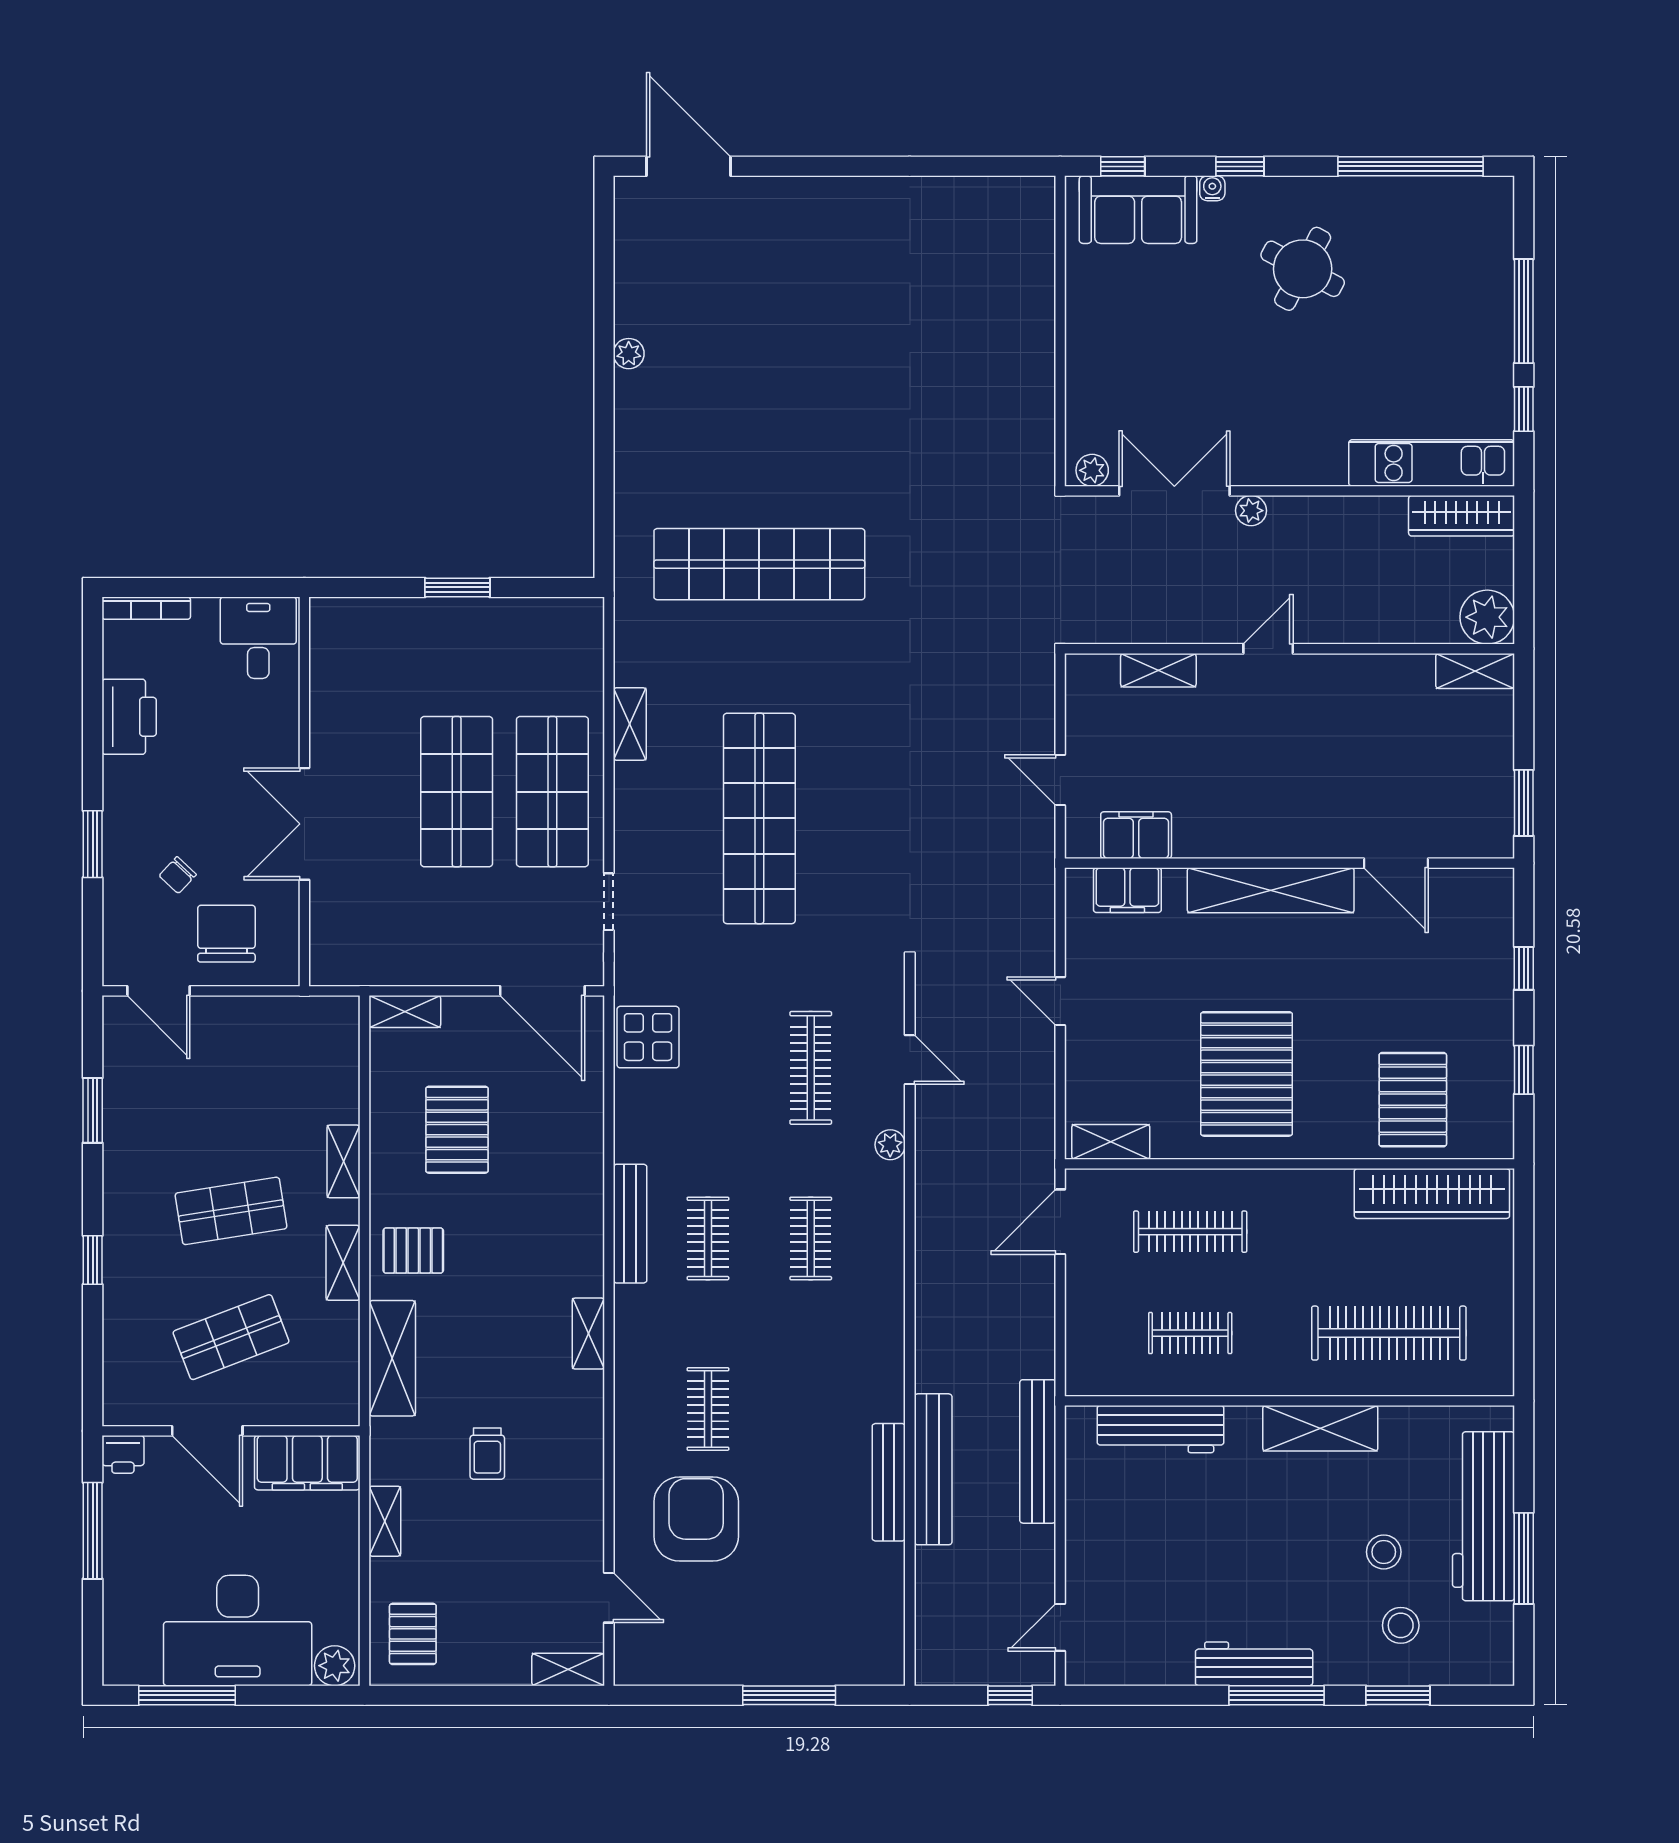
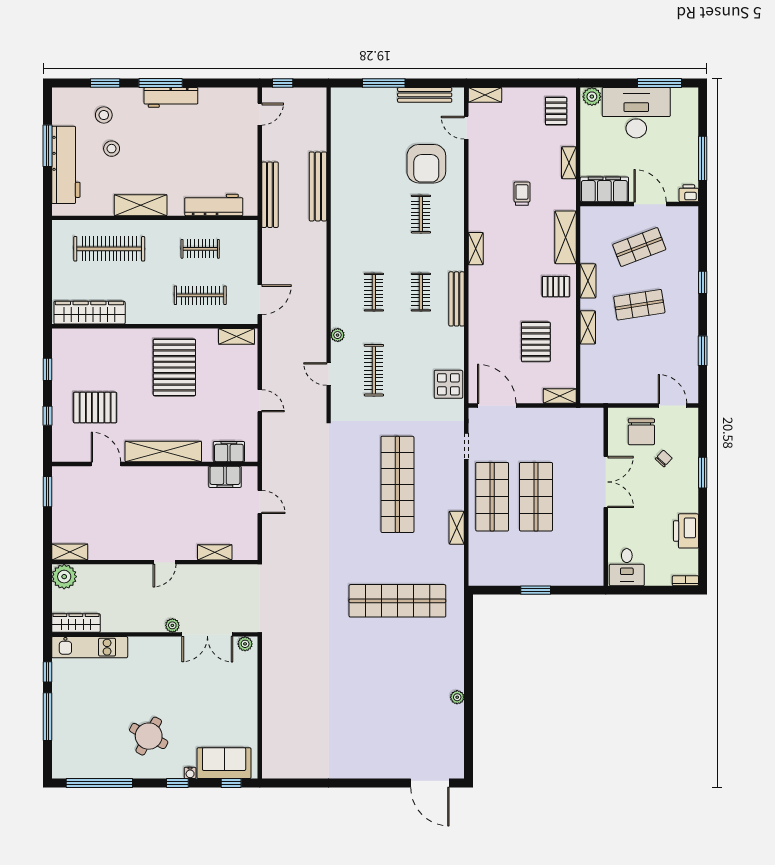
bookcase: (146, 608) -> (685, 581), width x0.64
pallet: (1413, 1100) -> (95, 408), moved, turned 90
bench: (889, 1482) -> (425, 95), moved, turned 90

